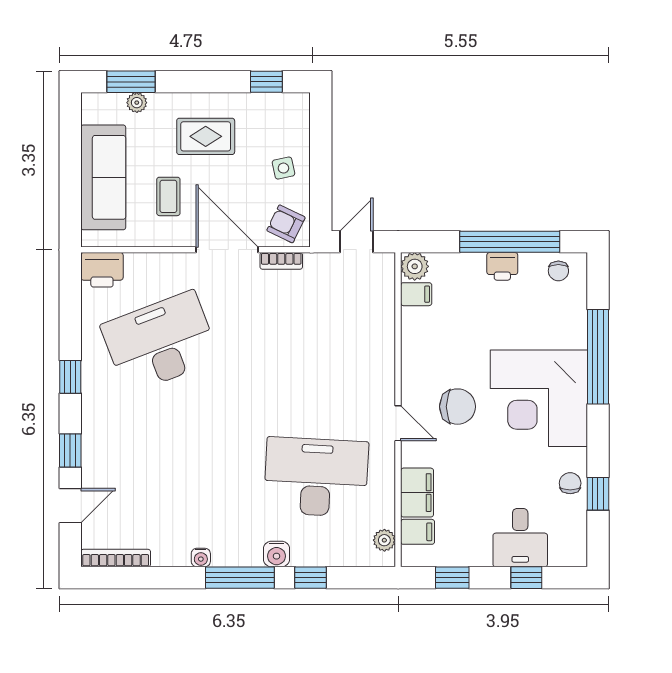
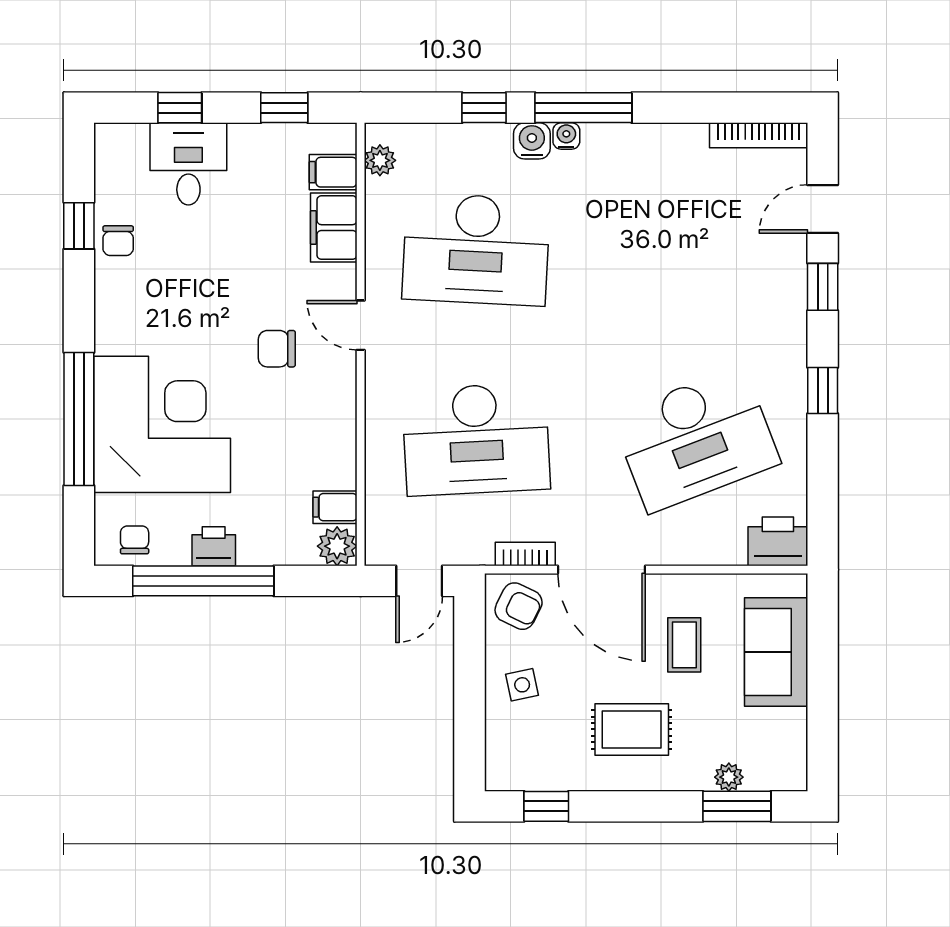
sofa: (103, 177) -> (776, 652), width x0.73
desk: (316, 342) -> (476, 439), added
corner desk: (539, 398) -> (162, 424), moved
chair: (458, 407) -> (277, 349), width x0.73, depth x0.73
water cooler: (201, 558) -> (566, 136), moved

